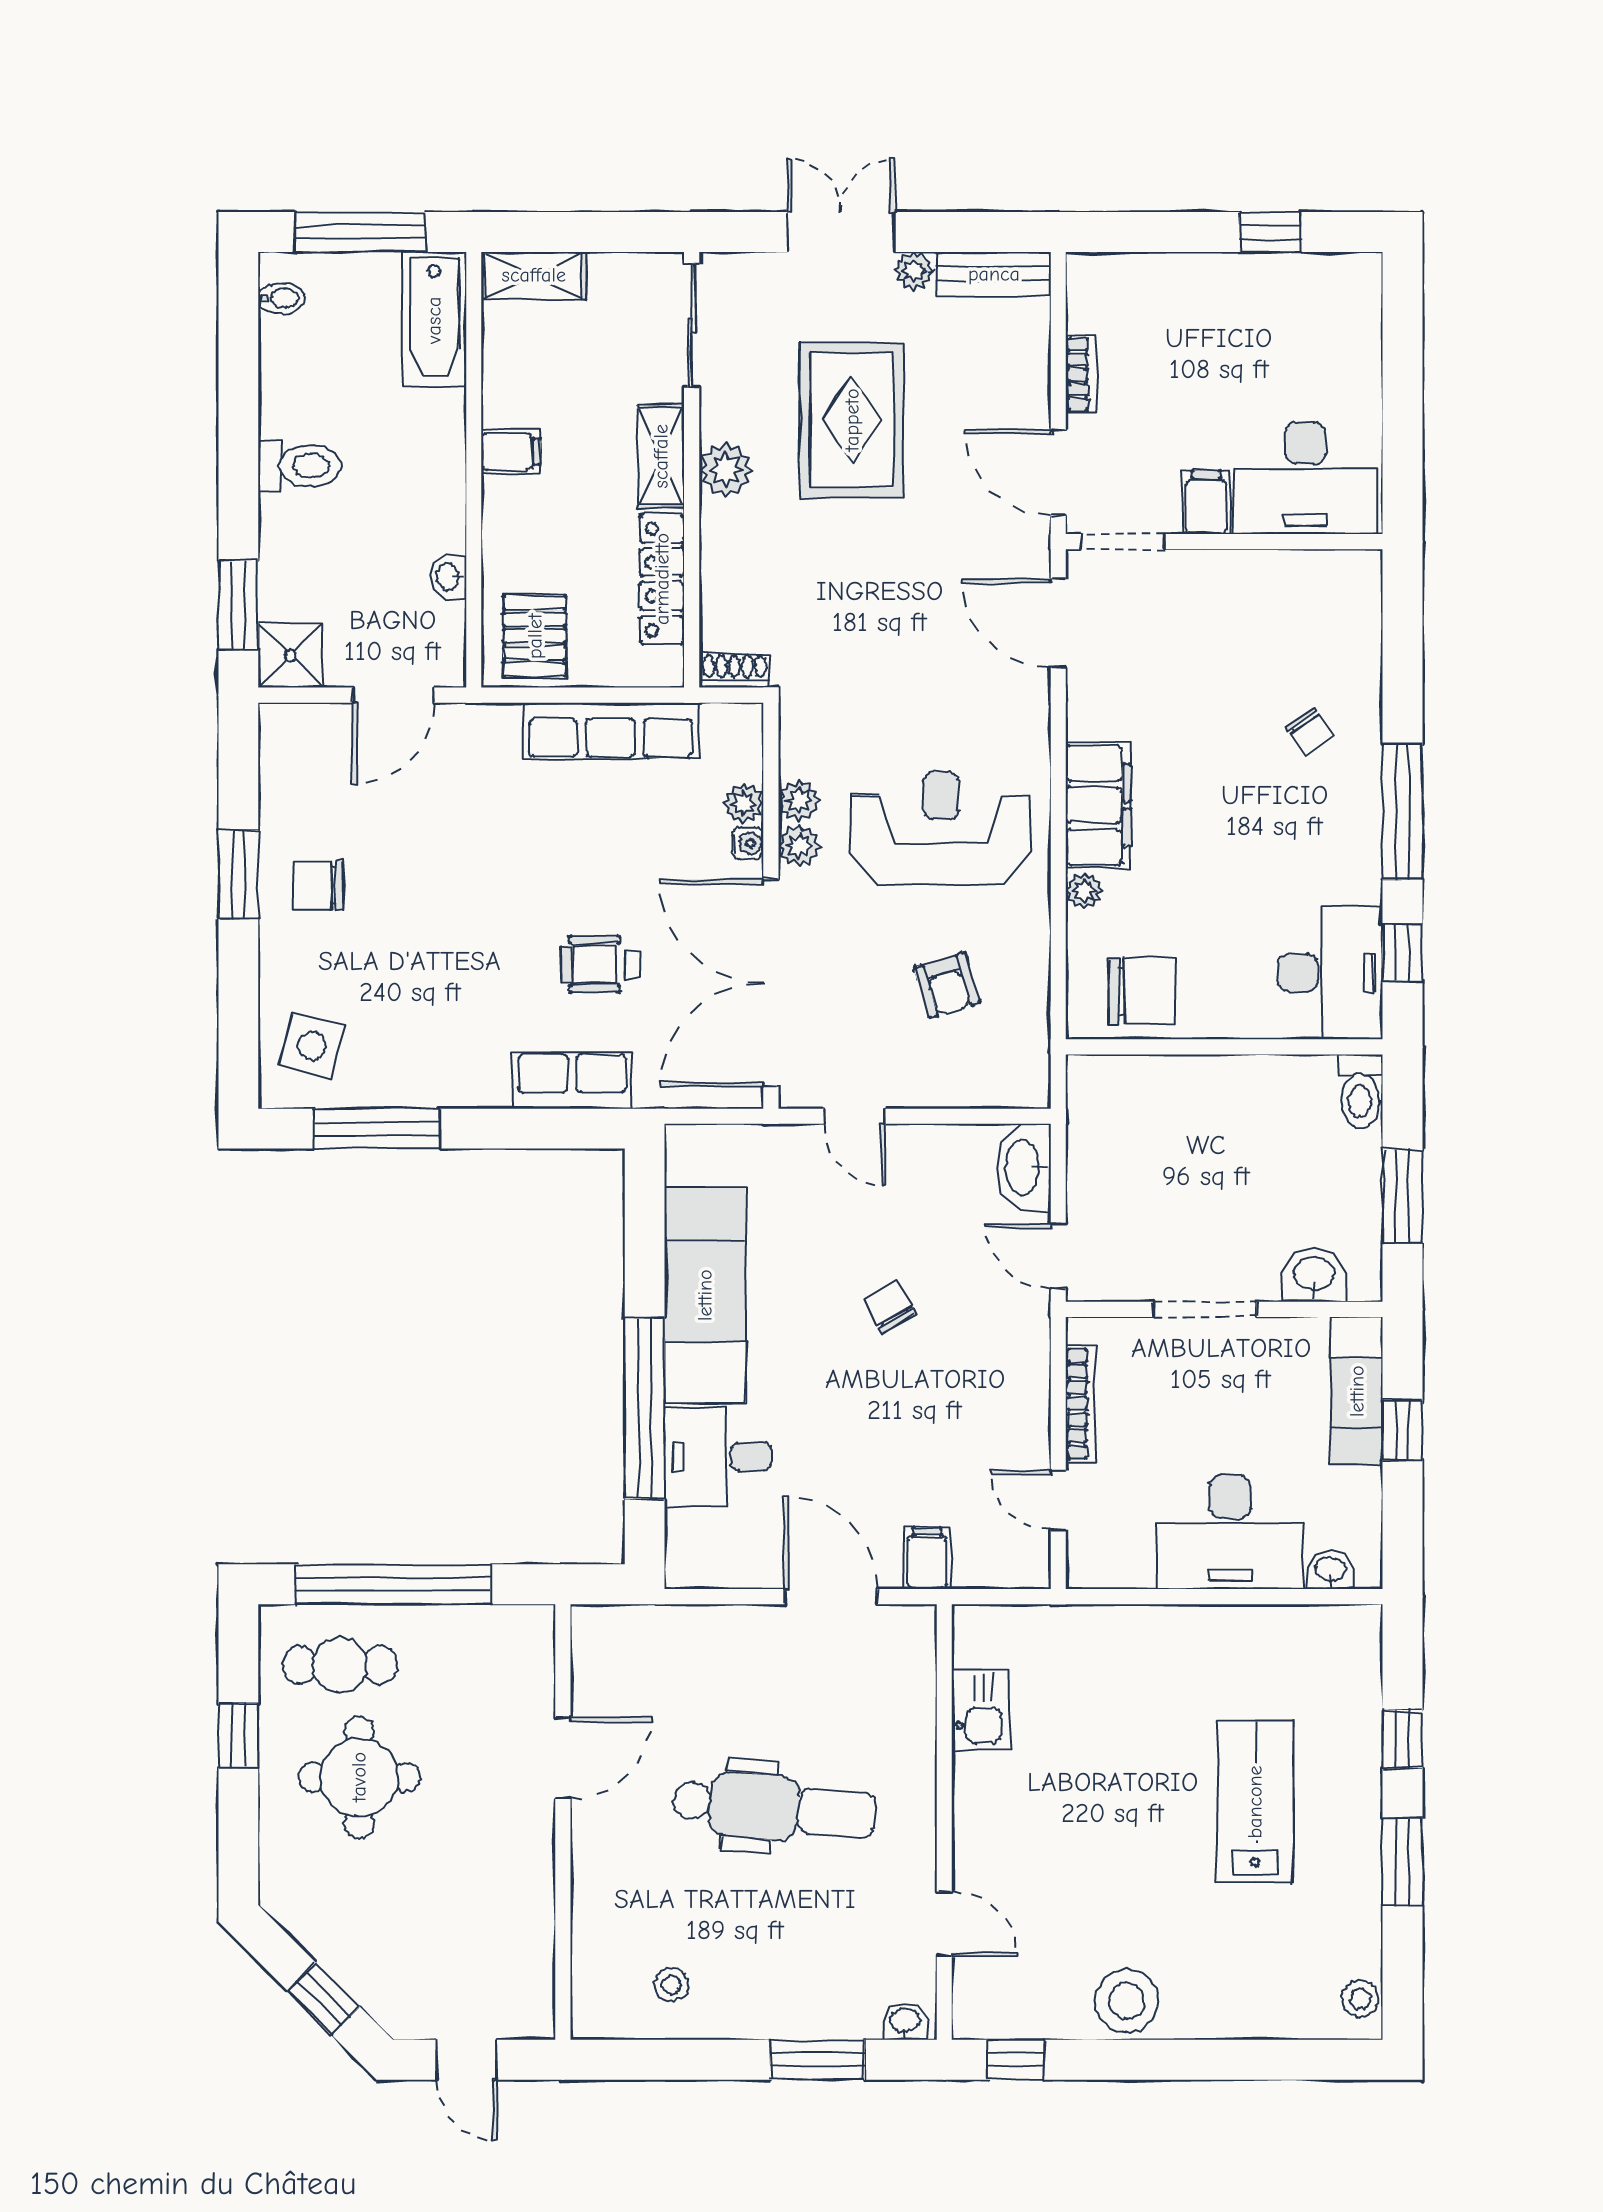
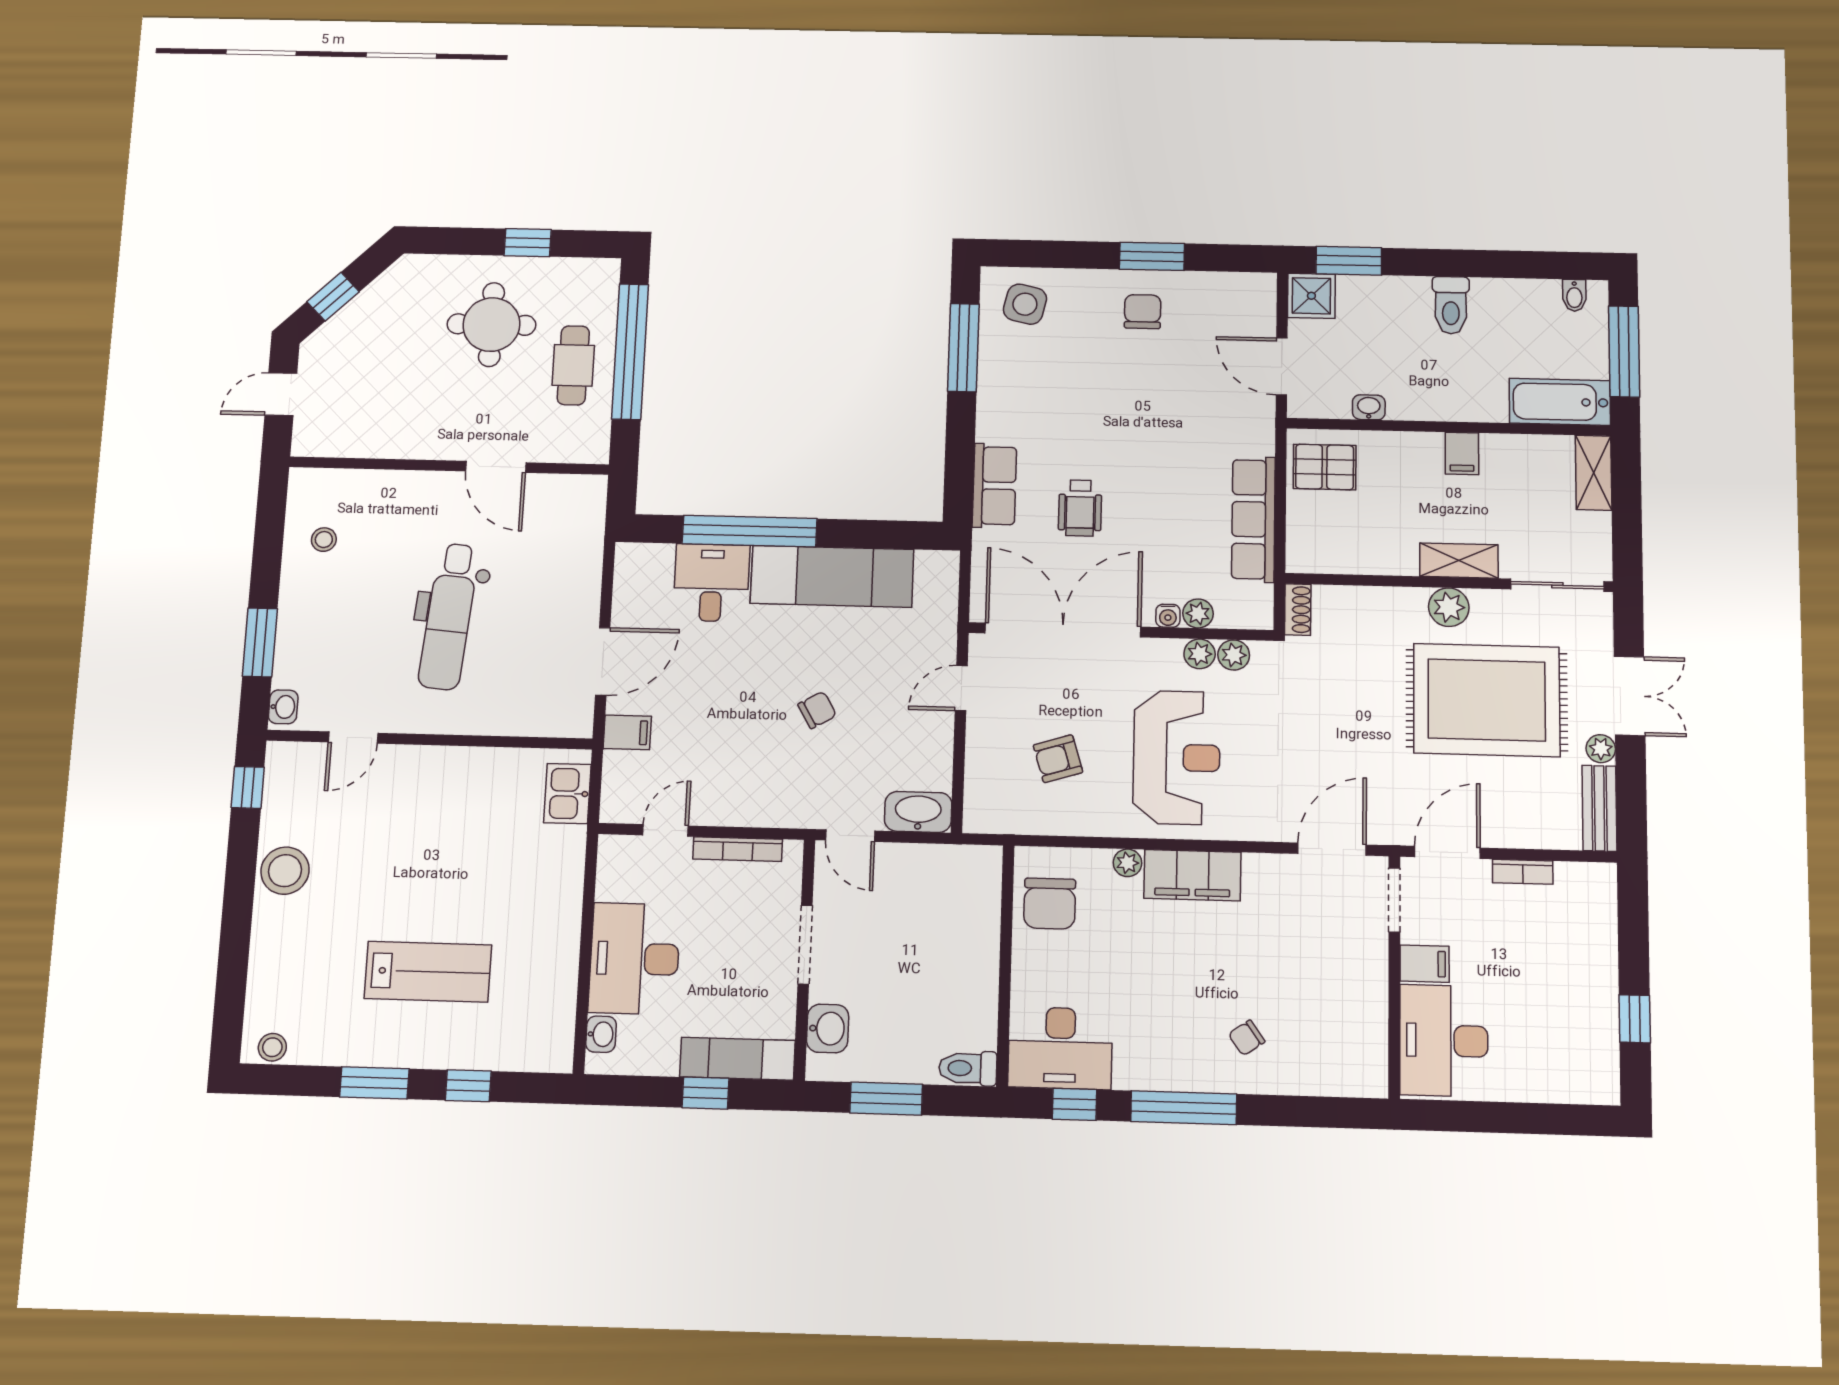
rug: (852, 420) -> (1487, 700), width x1.37, depth x1.44
locker: (662, 579) -> (1366, 559), removed
plant: (799, 846) -> (1234, 655), moved
wheelchair: (601, 964) -> (1080, 508), turned 180
door: (1058, 1256) -> (850, 836), swing flipped
cafe table: (340, 1665) -> (573, 365), moved
kitchen sink: (981, 1709) -> (567, 794), moved, turned 90

